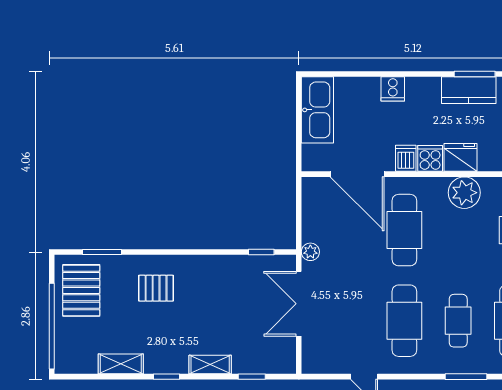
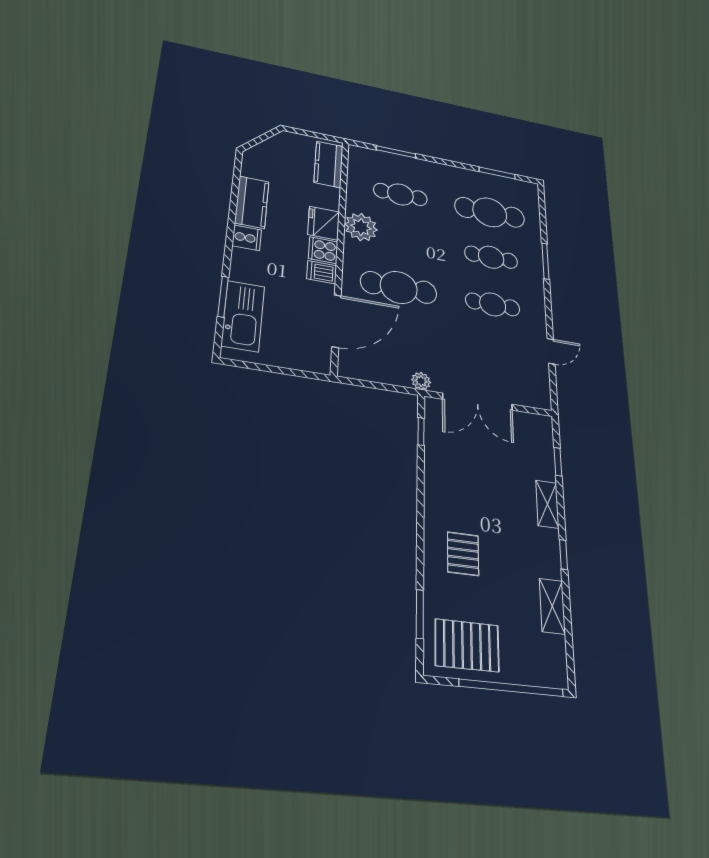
window: (475, 74) -> (223, 297), moved
cooker: (393, 89) -> (247, 238), moved
kitchen sink: (317, 110) -> (243, 316), moved, turned 90
cafe table: (404, 321) -> (493, 304), width x0.73, depth x0.74

